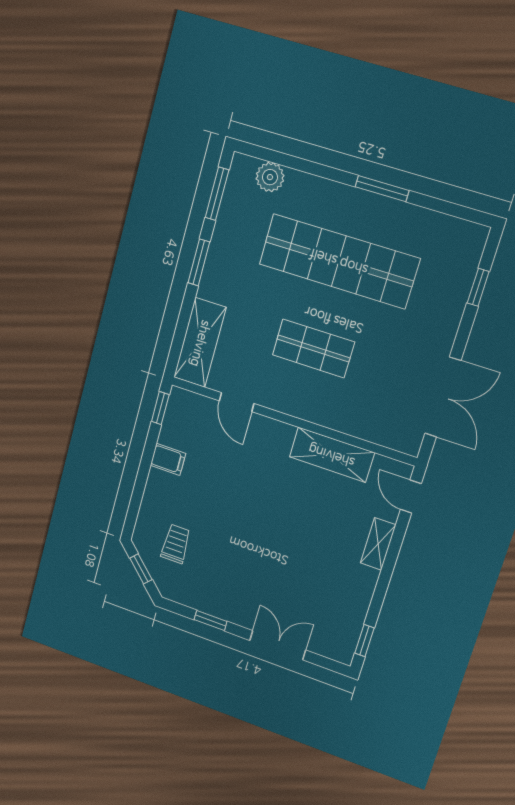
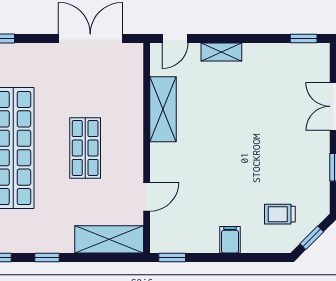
window: (199, 262) -> (47, 257), width x0.67
filing cabinet: (168, 459) -> (230, 240), moved

